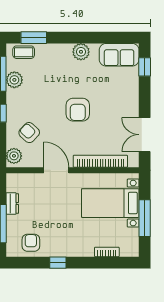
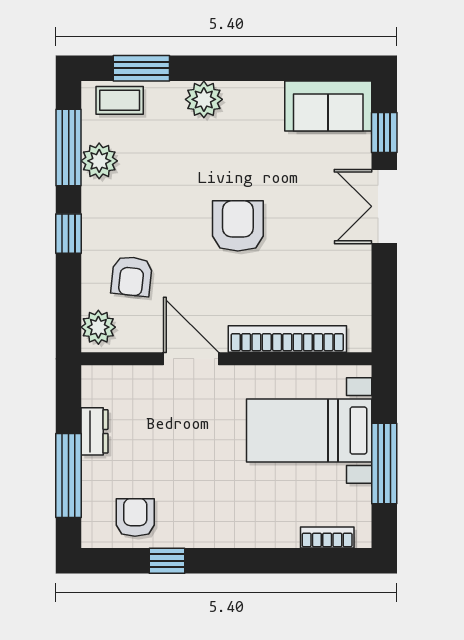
plant: (81, 52) -> (204, 99), moved
armchair: (78, 110) -> (238, 226), turned 180
armchair: (29, 133) -> (132, 276), turned -127
double door: (145, 135) -> (384, 206), moved
bookcase: (107, 252) -> (327, 537), moved
window: (58, 263) -> (167, 561), moved

